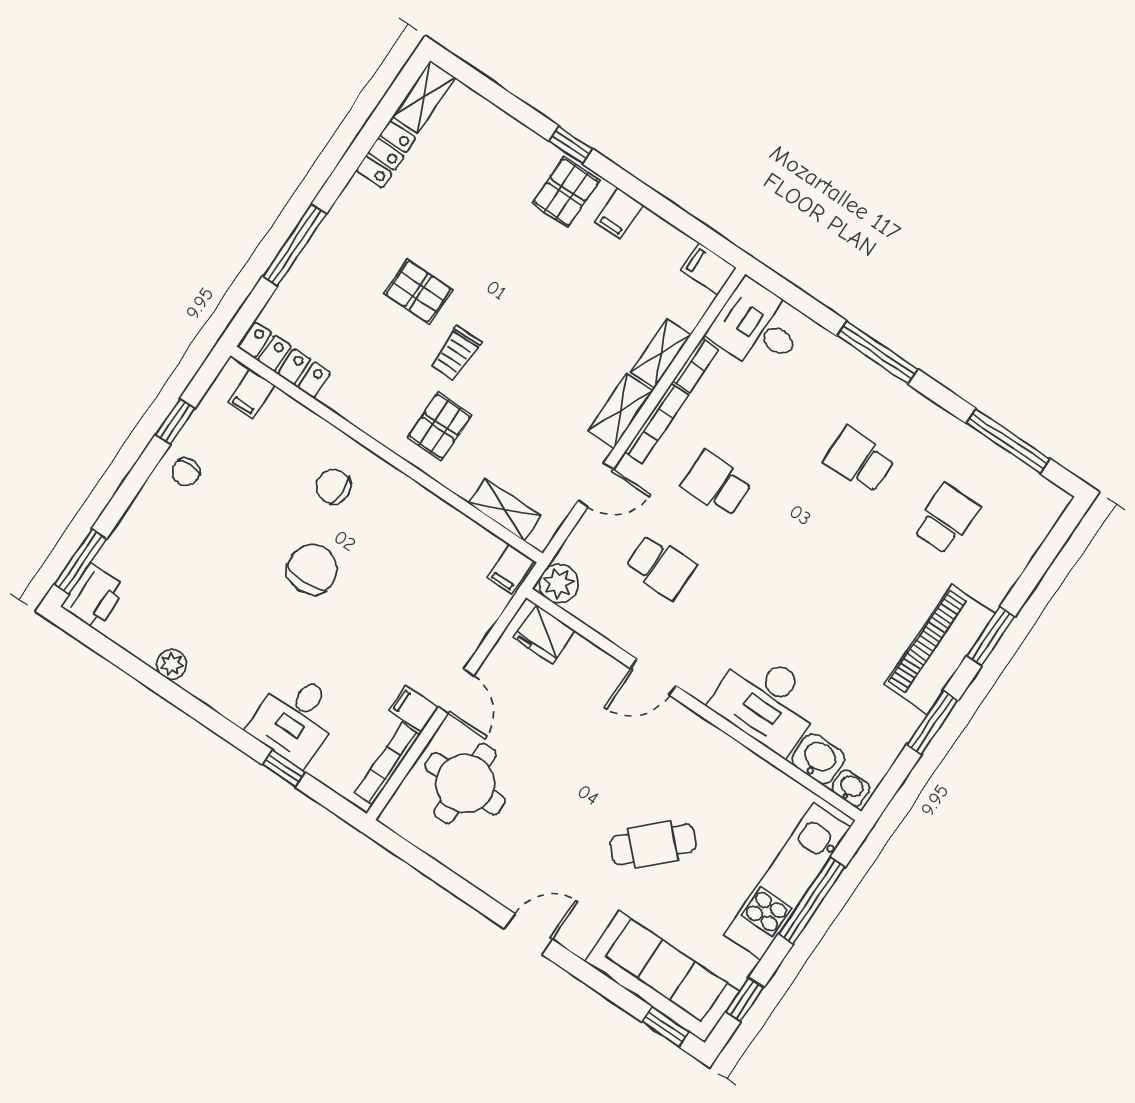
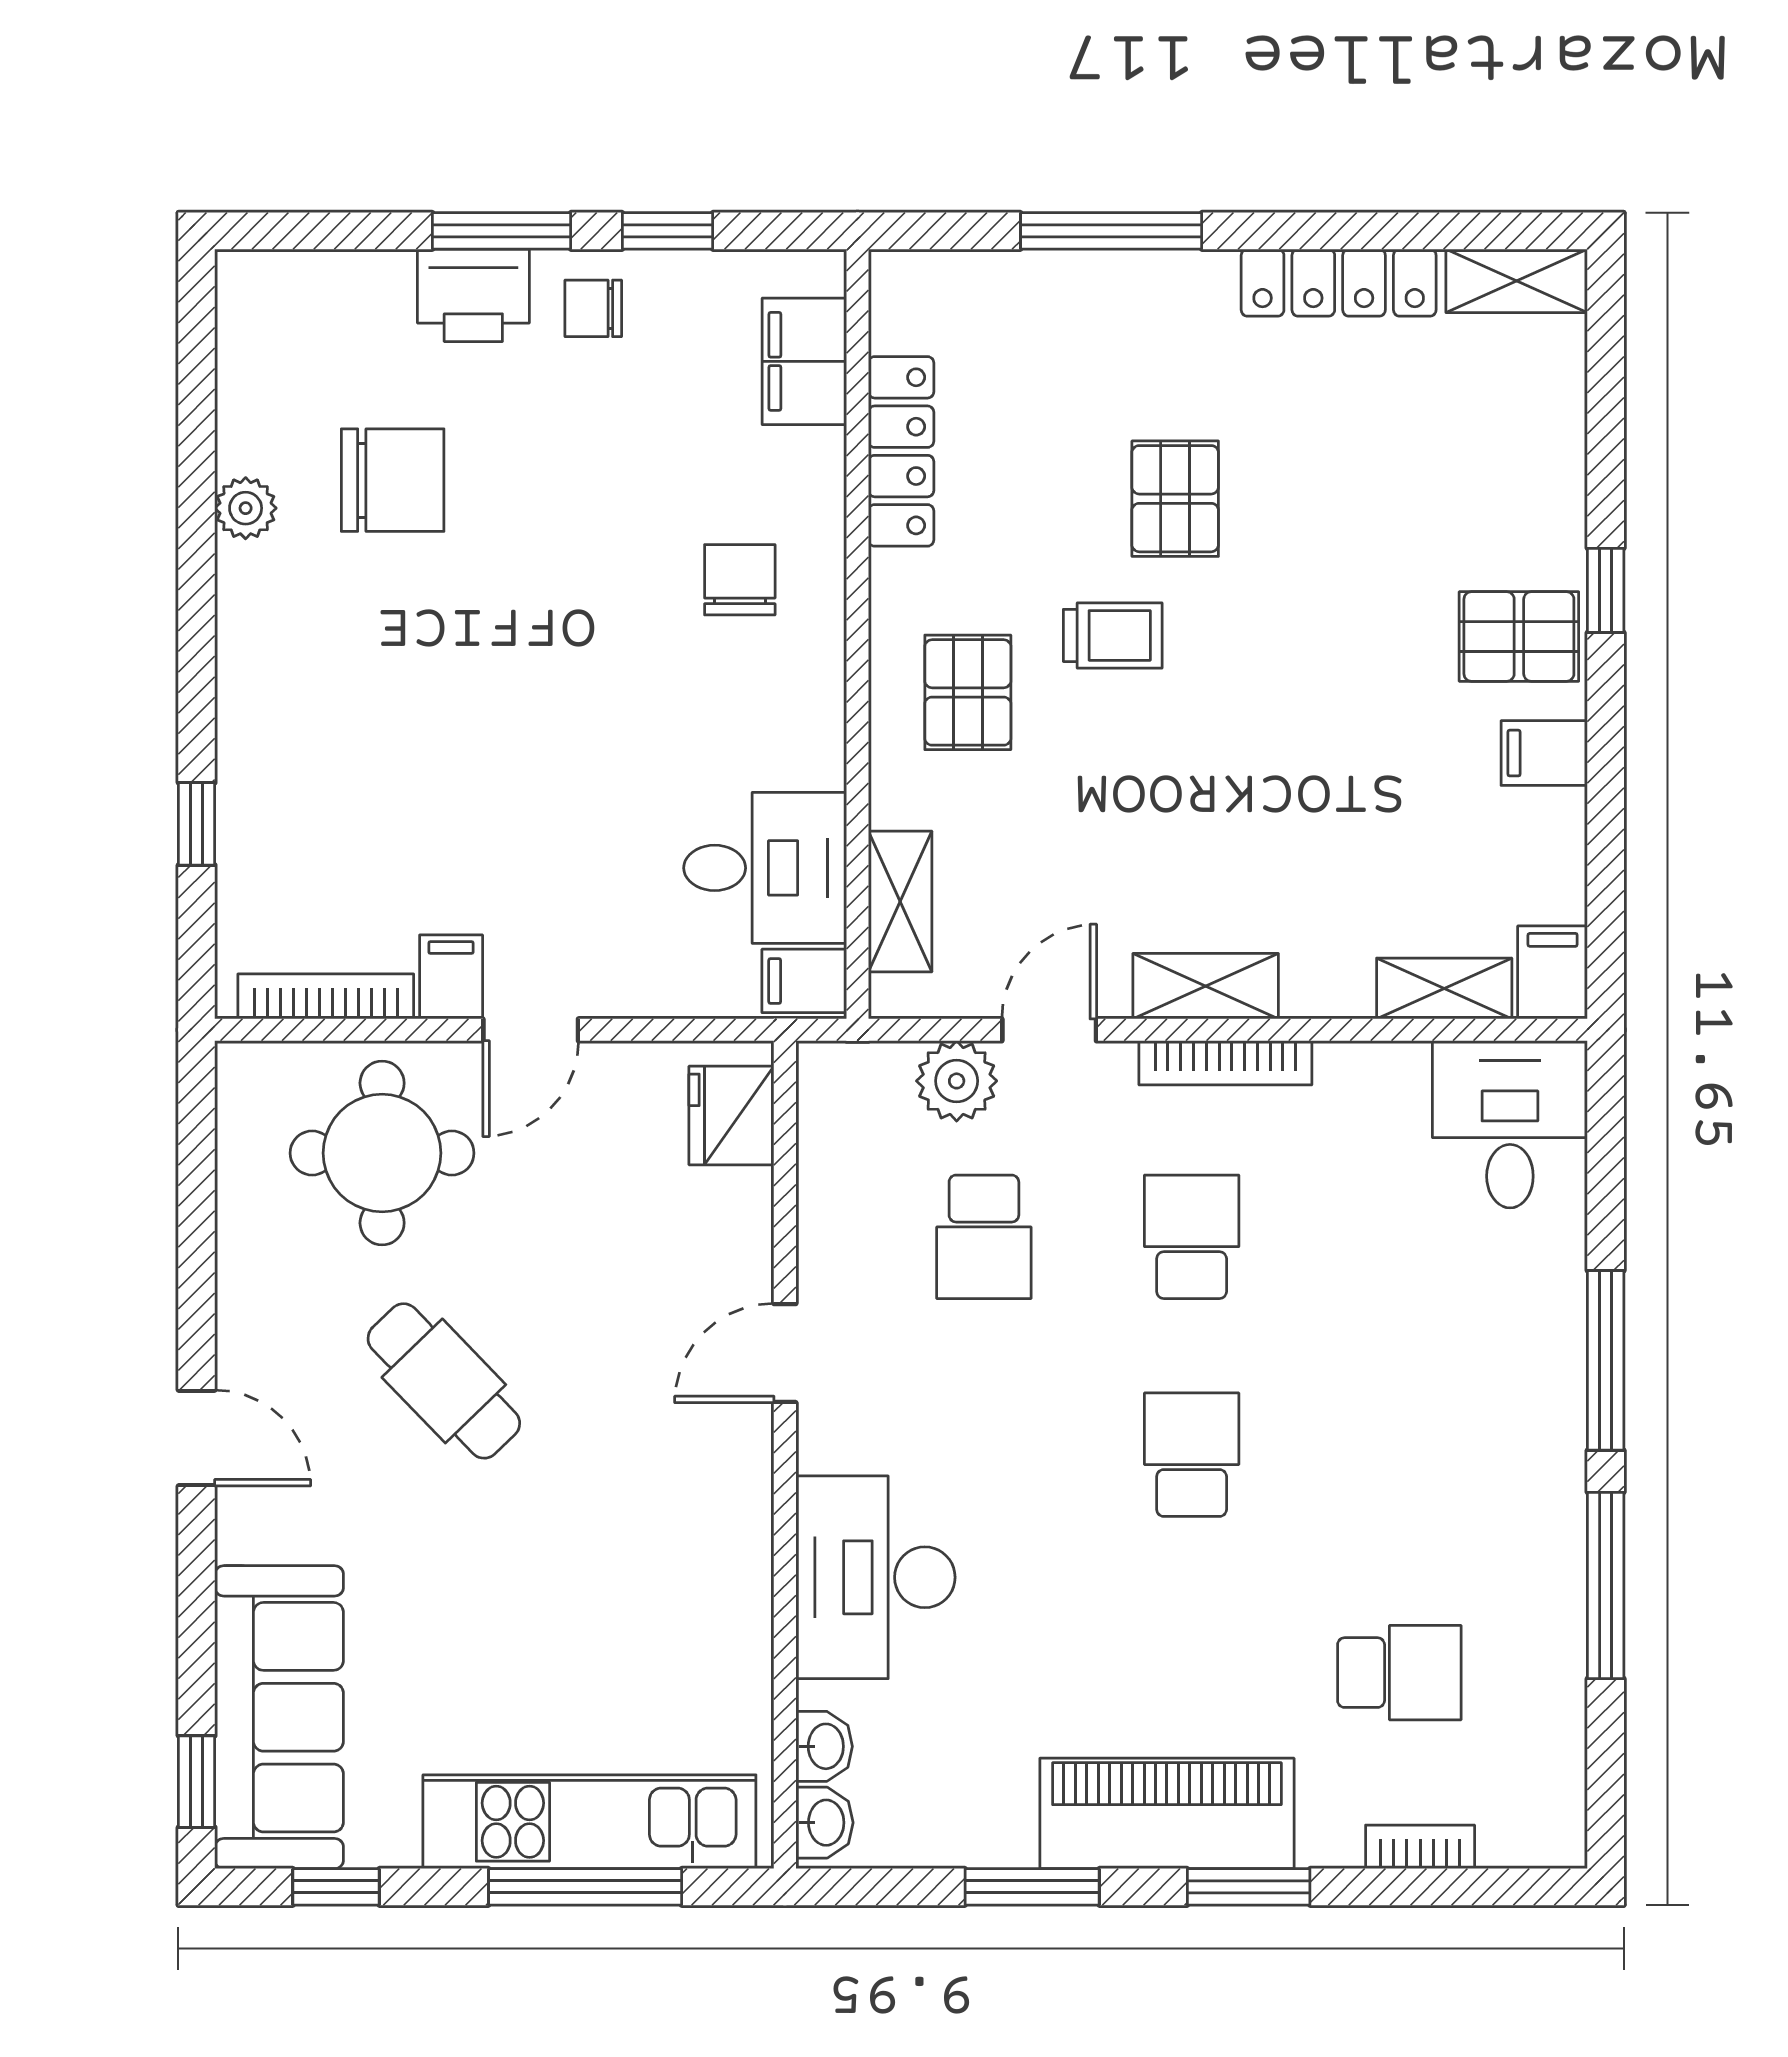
locker: (386, 154) -> (1339, 283), width x1.53
trolley: (456, 353) -> (1113, 635), turned 180
shelving: (661, 353) -> (1444, 989), moved
locker: (284, 360) -> (901, 451), moved
bookcase: (696, 365) -> (1420, 1847), moved, turned 180
filing cabinet: (251, 394) -> (804, 361), width x2.00
pallet: (440, 426) -> (968, 692), turned 90
window: (1008, 441) -> (1606, 1585), moved
school desk: (859, 460) -> (1192, 1455), moved
door: (596, 485) -> (1049, 1030), swing flipped
window: (80, 561) -> (502, 231), moved
chair: (312, 569) -> (393, 480), moved
plant: (559, 583) -> (957, 1081), moved
printer: (94, 597) -> (473, 295), moved
door: (653, 677) -> (785, 1353), hinge flipped
desk: (295, 718) -> (765, 868), moved, turned 180
washbasin: (818, 759) -> (824, 1746), width x0.72, depth x0.69
cafe table: (653, 844) -> (444, 1381), moved

